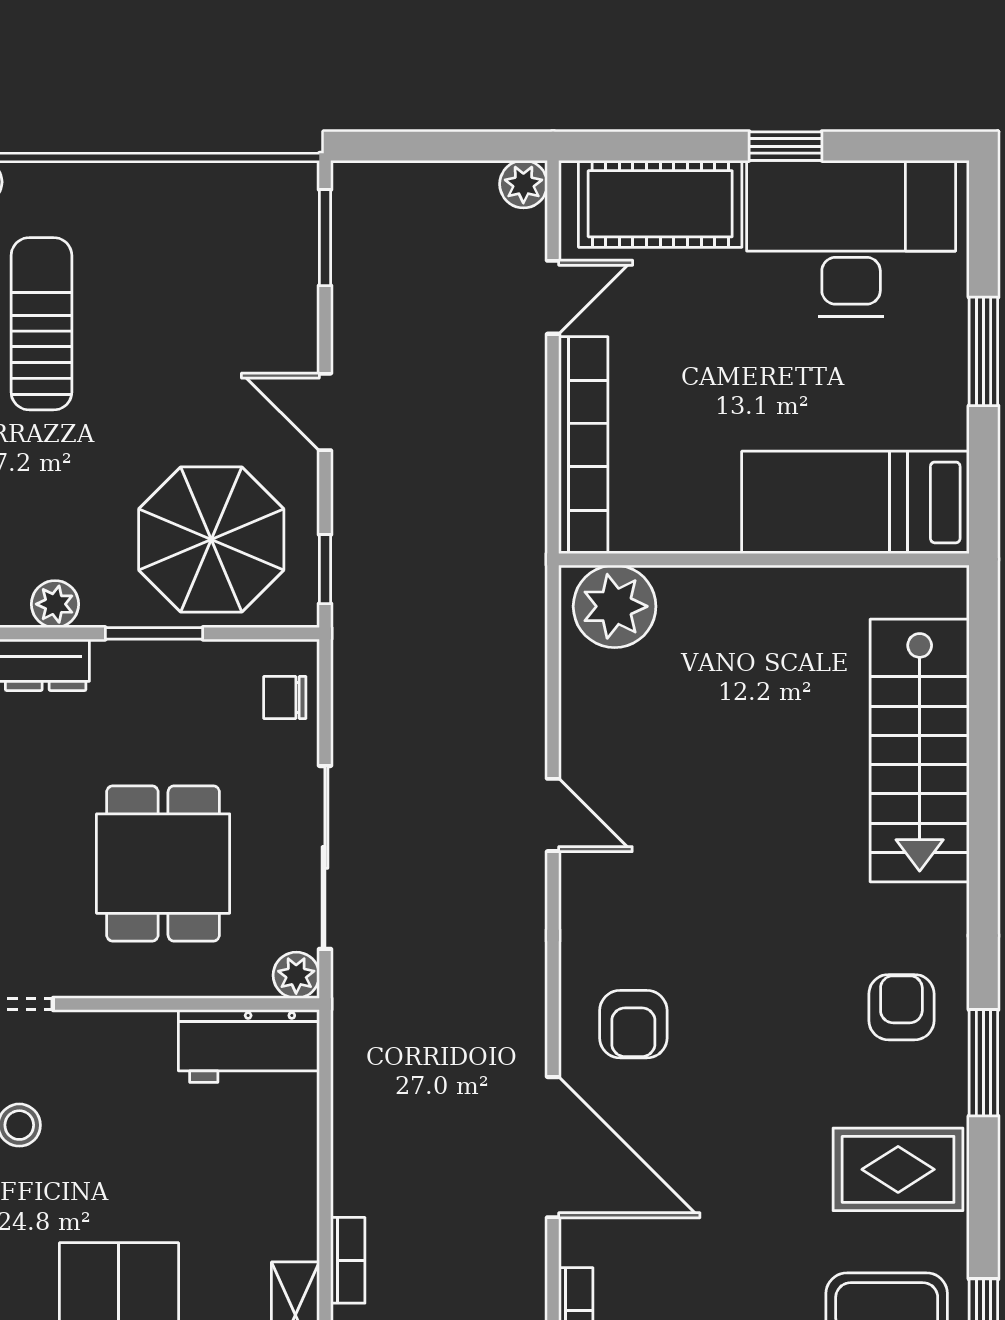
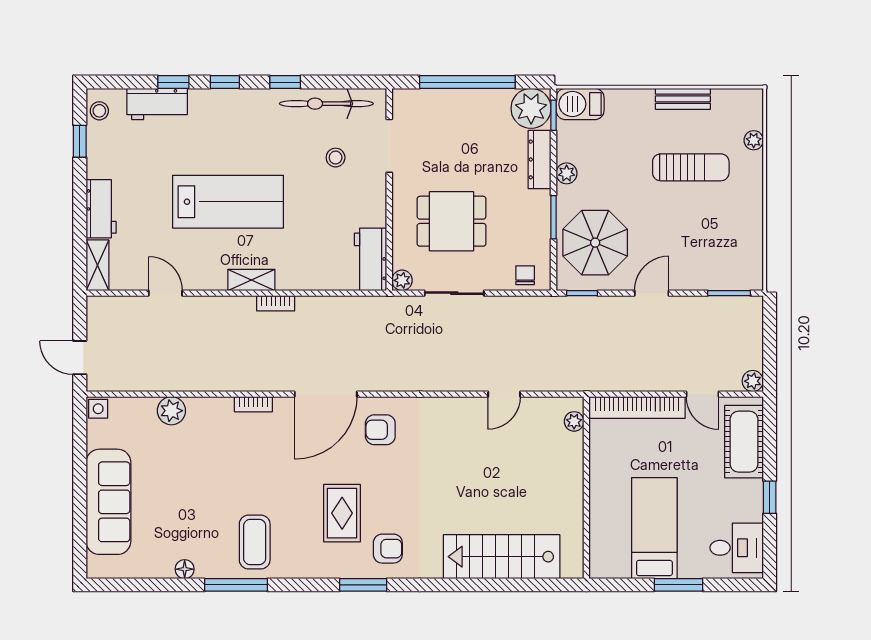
desk: (851, 239) -> (737, 548), width x0.53, depth x0.77
bed: (855, 502) -> (654, 528), moved
plant: (615, 606) -> (574, 421), width x0.53, depth x0.53
door: (553, 815) -> (504, 394), moved
sliding door: (325, 857) -> (454, 293), width x0.73
rug: (898, 1169) -> (342, 513), moved

